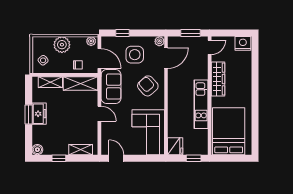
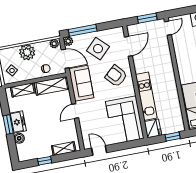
window: (123, 33) -> (83, 30), width x2.17
plant: (159, 41) -> (68, 41), moved
side table: (135, 55) -> (98, 49), turned 45
wardrobe: (218, 79) -> (182, 57), removed
kitchen unit: (201, 104) -> (146, 96), moved, turned 180
door: (99, 114) -> (75, 111), swing flipped
boiler: (37, 150) -> (19, 138), moved

